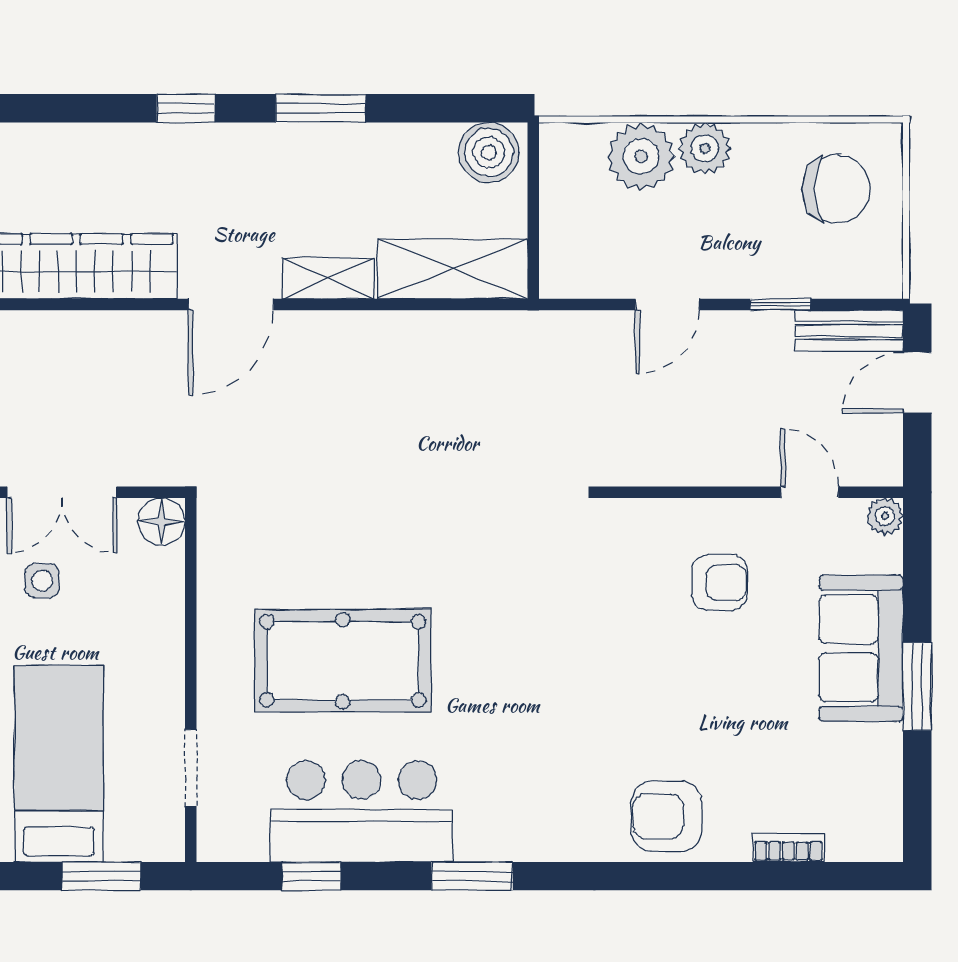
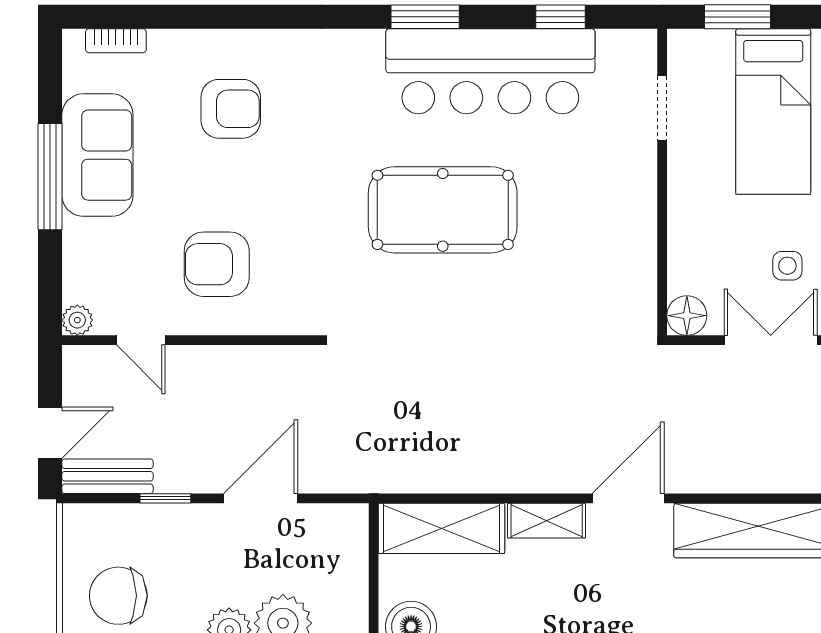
door: (667, 304) -> (261, 498), width x1.38
armchair: (719, 582) -> (217, 264), width x1.38, depth x1.38
sofa: (861, 648) -> (97, 155), moved
pool table: (343, 661) -> (443, 210), moved
window: (917, 686) -> (50, 177), width x1.44
bar counter: (362, 811) -> (490, 71), width x1.36
armchair: (666, 816) -> (231, 109), moved
bookcase: (788, 848) -> (116, 41), moved

